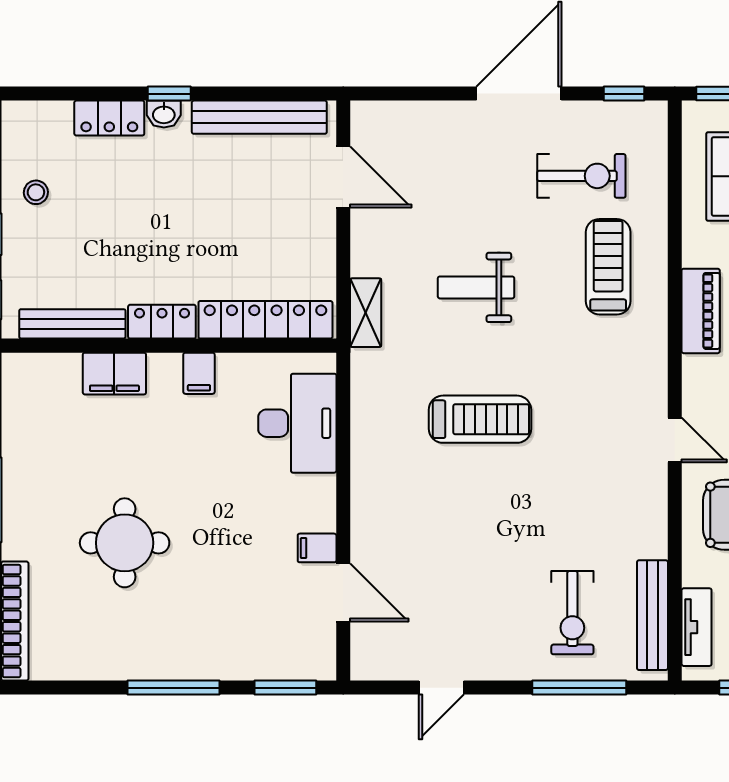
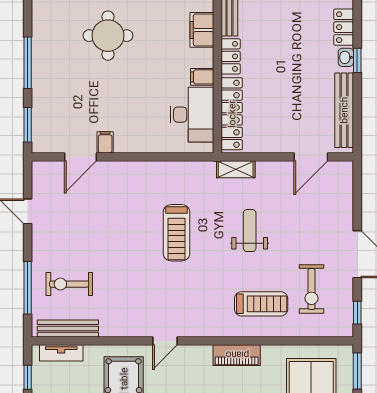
desk: (297, 423) -> (192, 115), moved, turned -90

